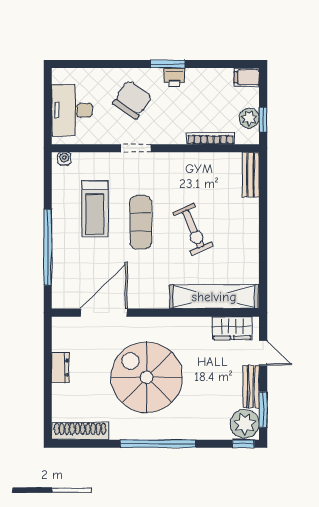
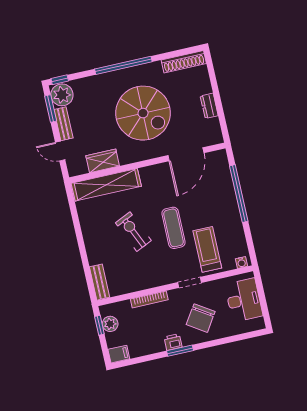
bookcase: (210, 138) -> (149, 299), moved
treadmill: (95, 209) -> (207, 249), moved
wardrobe: (232, 328) -> (103, 161), moved

